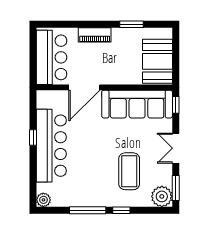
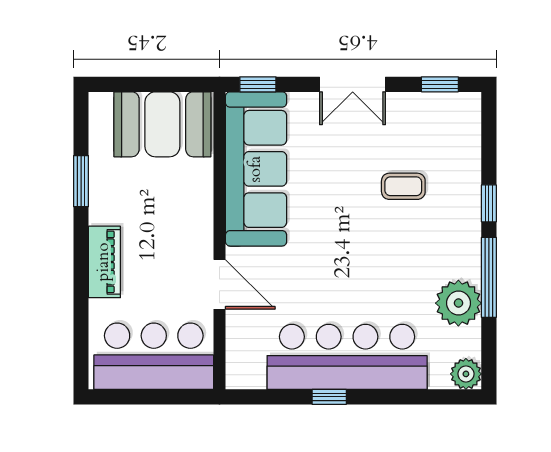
door: (84, 87) -> (219, 284), width x0.73
coffee table: (129, 171) -> (403, 186), width x0.54, depth x0.58
window: (176, 188) -> (440, 84), width x0.67
plant: (162, 196) -> (458, 303), moved

